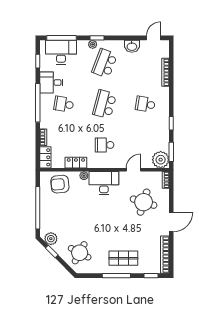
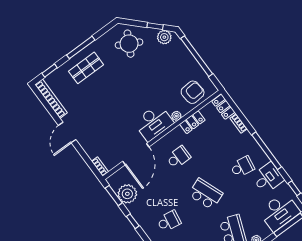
school desk: (105, 104) -> (206, 194), turned -36
plant: (161, 160) -> (127, 194), moved
door: (133, 170) -> (136, 154), width x1.88
round table: (144, 202) -> (105, 132), removed

